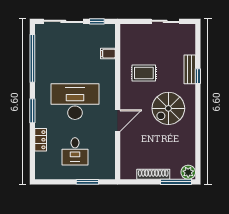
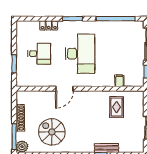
rug: (144, 73) -> (117, 107), moved
spiral stairs: (168, 108) -> (52, 132), moved
door: (118, 121) -> (64, 89), hinge flipped
desk: (75, 151) -> (39, 54), turned 180

